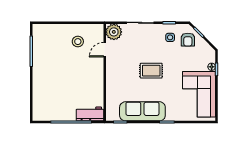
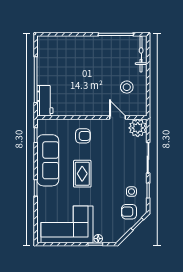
bicycle: (49, 29) -> (141, 54), added
rug: (151, 71) -> (82, 174), moved
armchair: (121, 80) -> (83, 136), added

